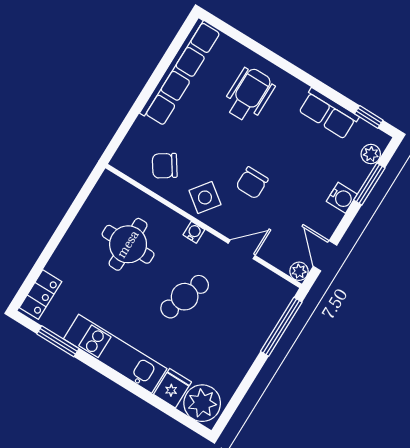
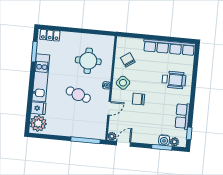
water cooler: (342, 198) -> (164, 140), moved
door: (242, 249) -> (109, 108), hinge flipped

